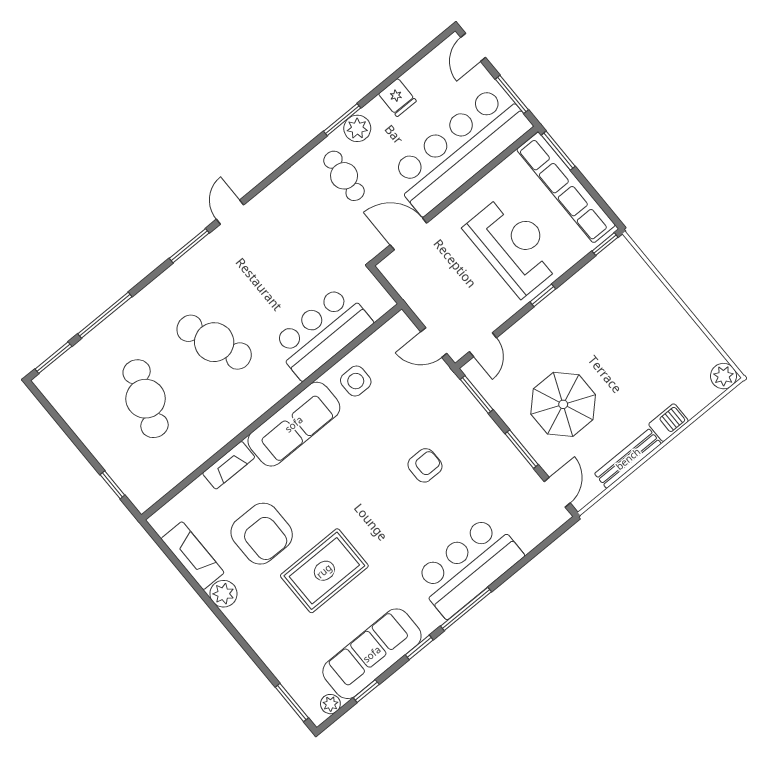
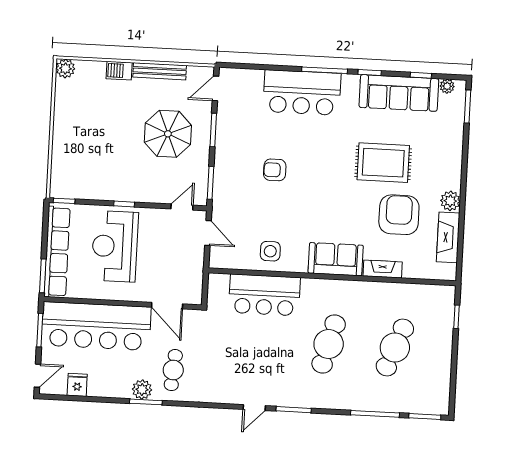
fridge: (397, 97) -> (77, 385), moved
cafe table: (214, 342) -> (329, 344), turned 36
sofa: (294, 424) -> (336, 259), width x0.73

